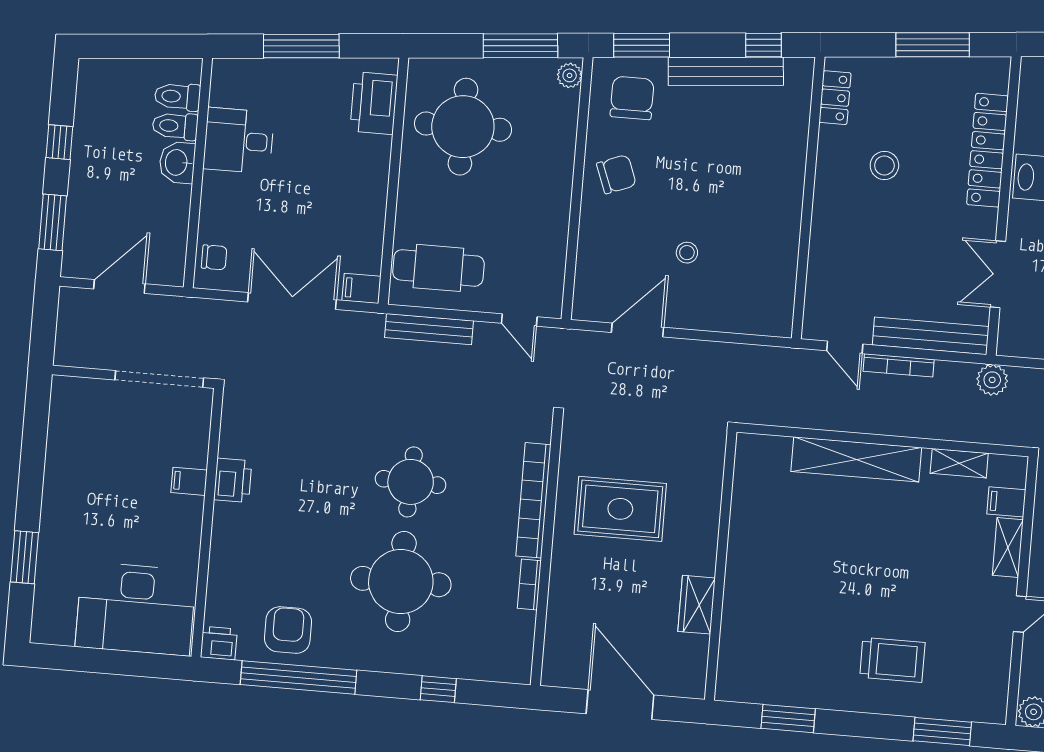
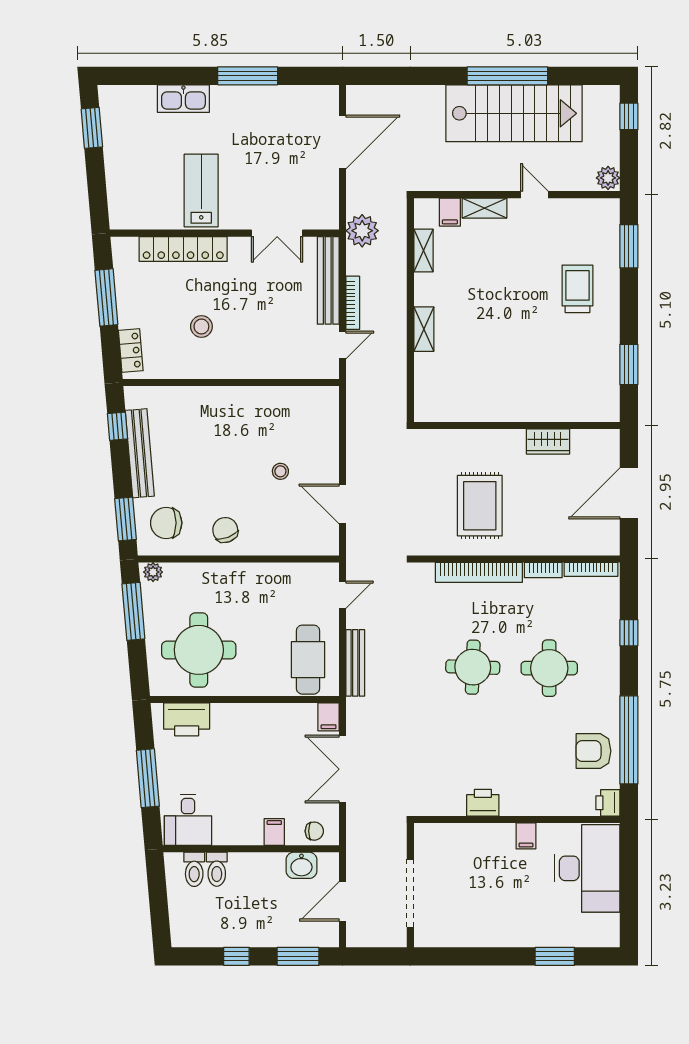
locker: (835, 98) -> (131, 351), moved, turned 85
desk: (239, 141) -> (188, 820), moved
washbasin: (177, 162) -> (301, 865), moved
filing cabinet: (217, 205) -> (274, 832), added
chair: (214, 257) -> (314, 831), turned 90
door: (119, 286) -> (342, 901), hinge flipped
doorway: (159, 379) -> (410, 893), moved
plant: (992, 380) -> (362, 231), width x1.36, depth x1.36
shelving: (856, 459) -> (424, 329), width x0.45, depth x0.75
filing cabinet: (189, 481) -> (526, 836), moved
round table: (401, 582) -> (549, 668), width x0.73, depth x0.73
bookcase: (525, 647) -> (591, 569), added

